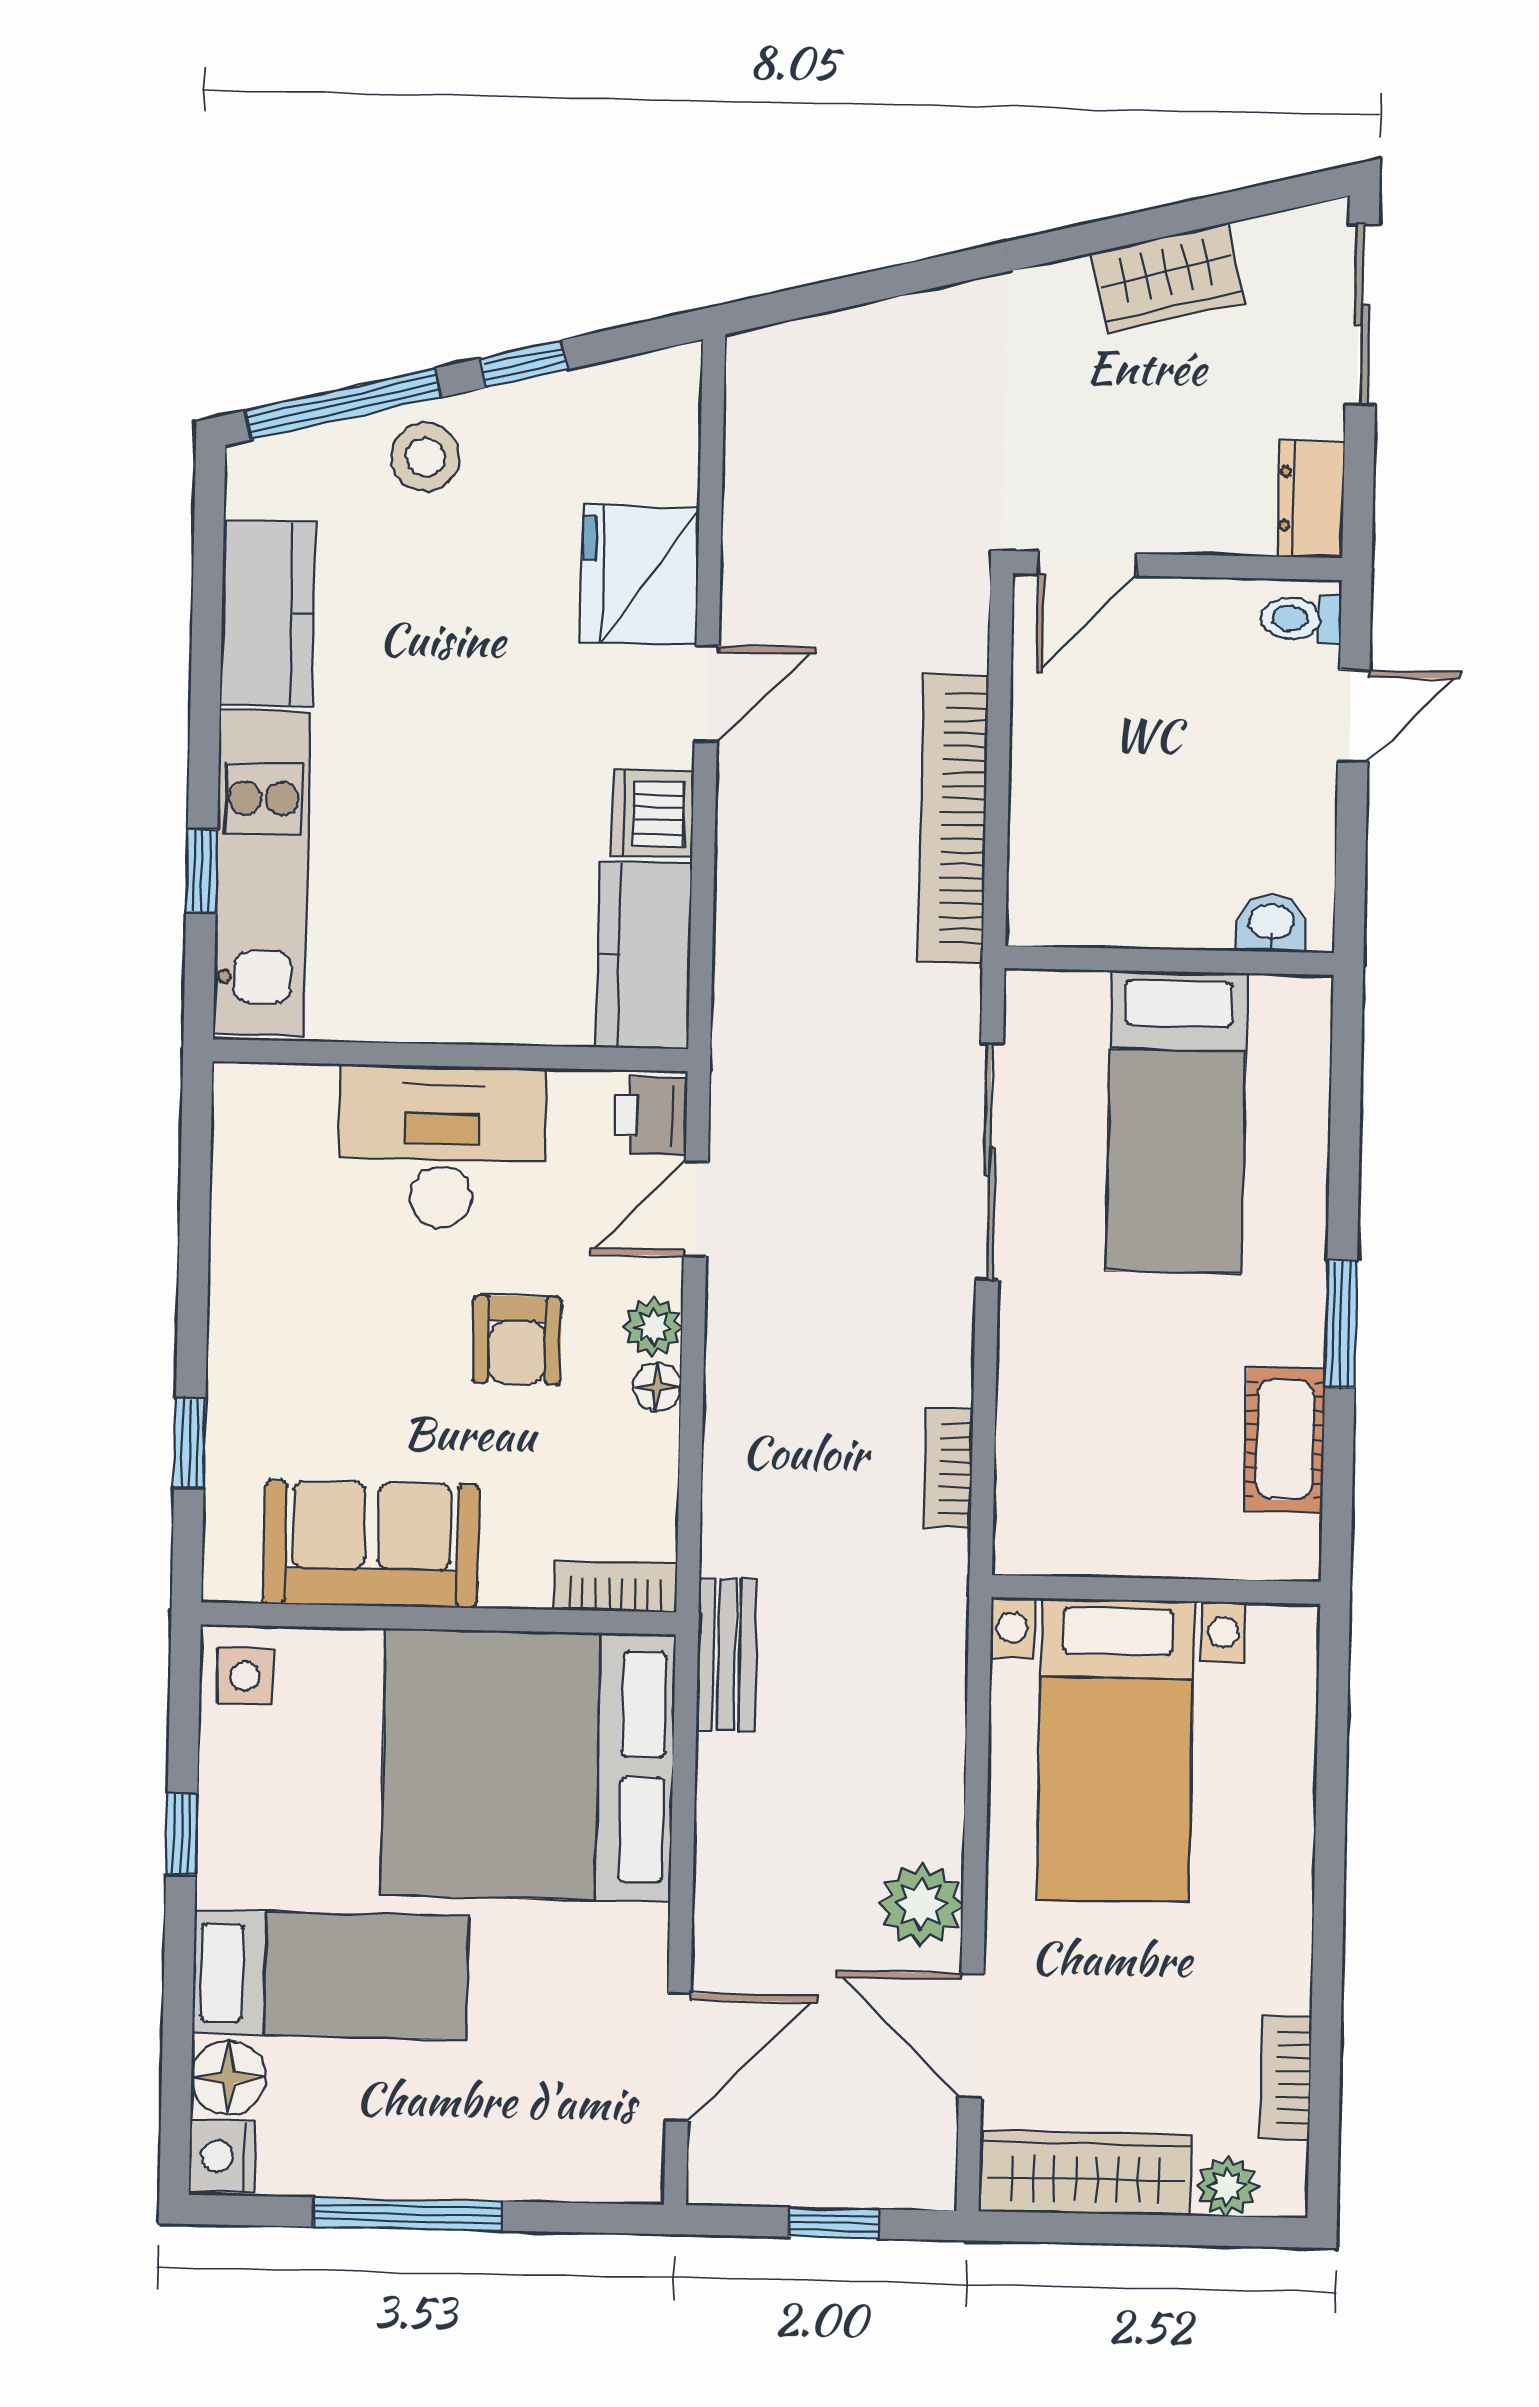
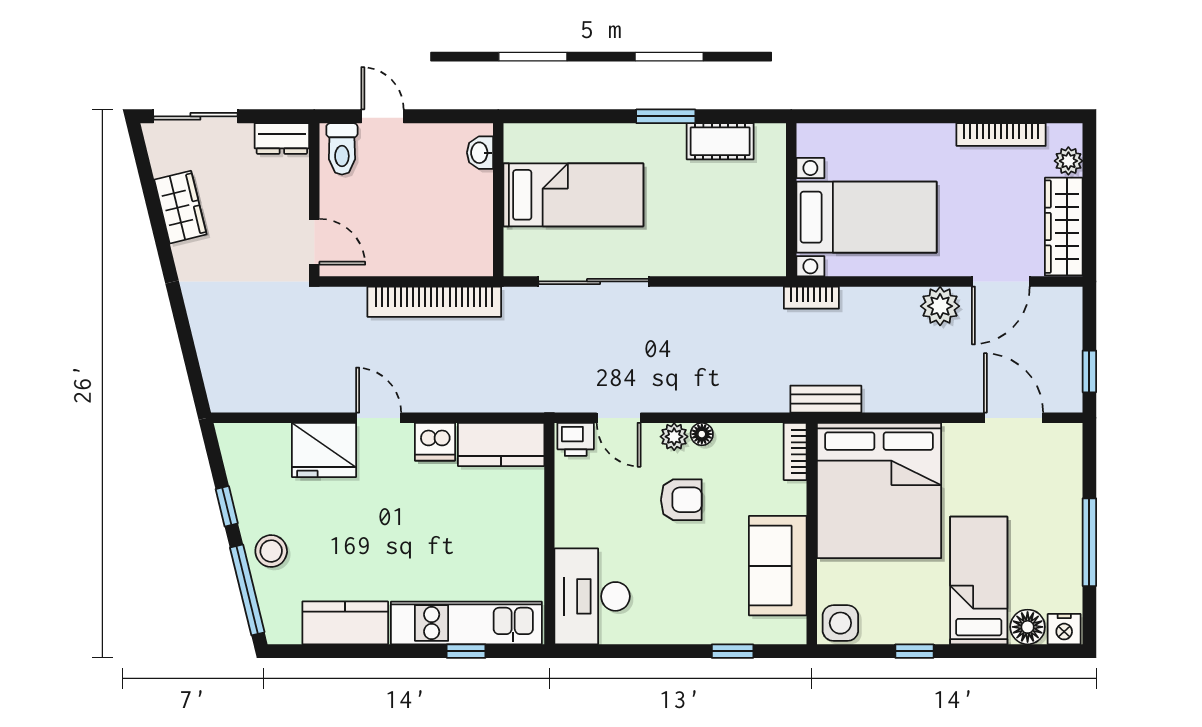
toilet: (1301, 618) -> (342, 149), width x1.37, depth x1.39
desk: (442, 1147) -> (592, 596), moved
bookcase: (948, 1468) -> (811, 298), moved
side table: (245, 1676) -> (840, 623), width x1.37, depth x1.37
bookcase: (1286, 2077) -> (1001, 135), width x1.56
window: (834, 2223) -> (1089, 371), moved

